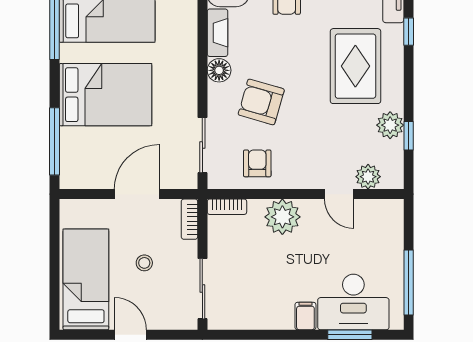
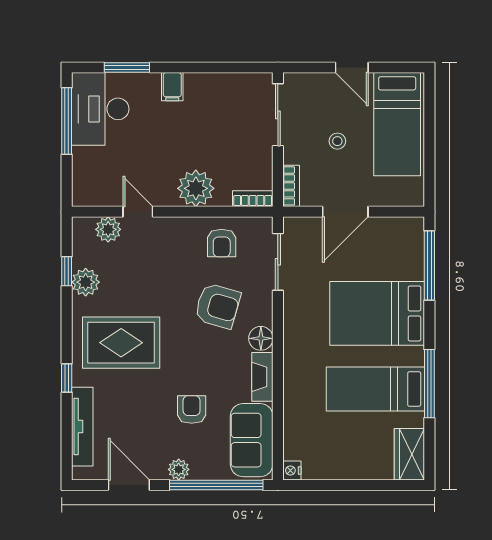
rug: (355, 66) -> (121, 343), turned 90
desk: (353, 302) -> (100, 109), moved, turned -90

